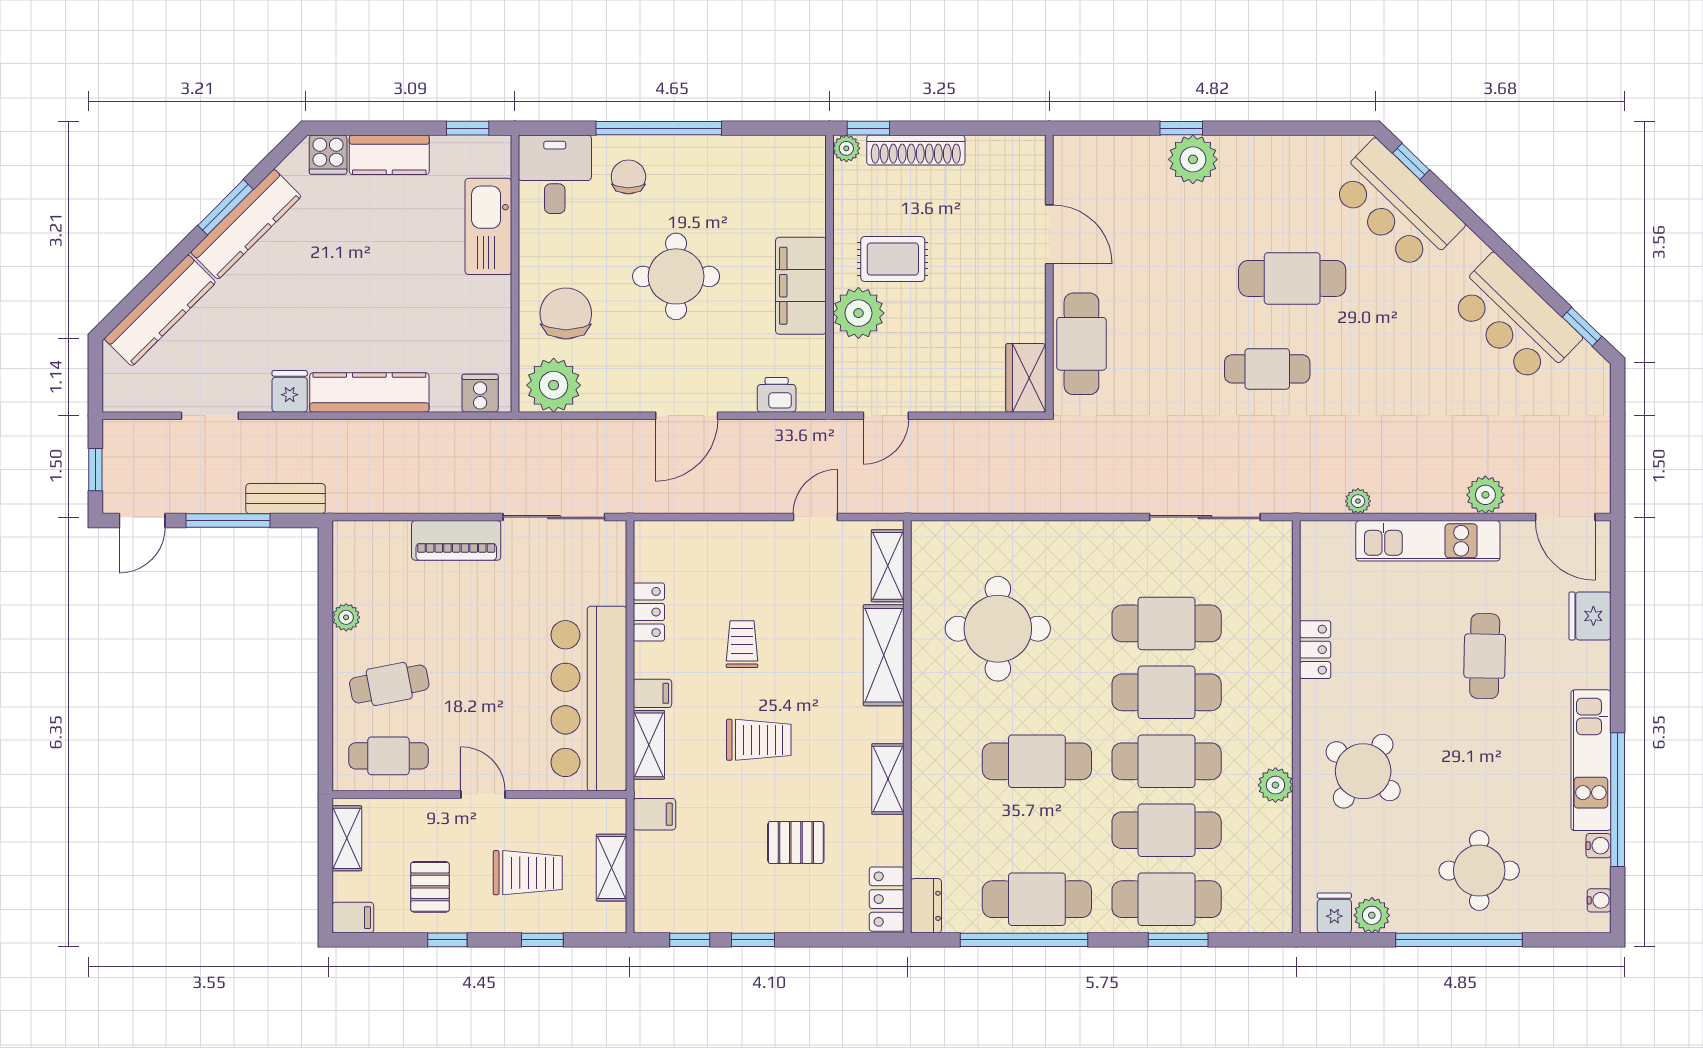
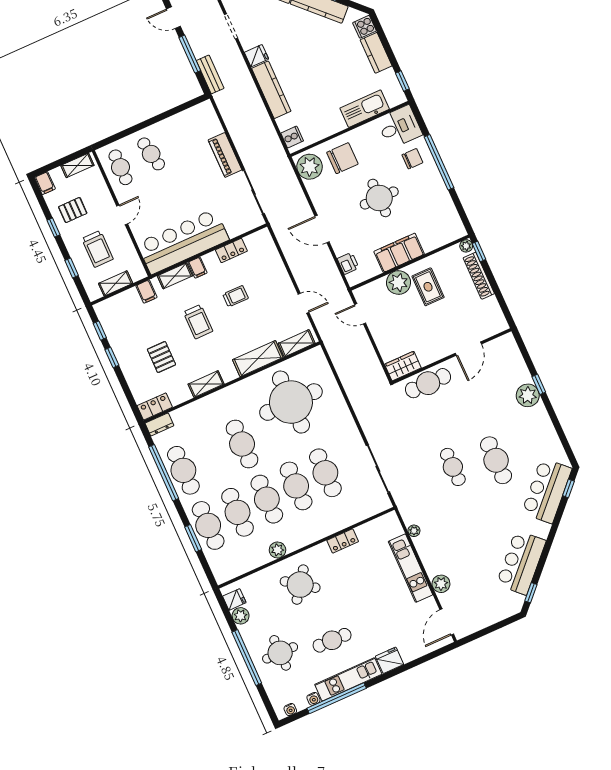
fridge: (1590, 616) -> (390, 660), moved
plant: (346, 617) -> (171, 123), removed
round table: (998, 629) -> (291, 402), width x1.36, depth x1.36
cafe table: (1485, 656) -> (332, 640), moved

